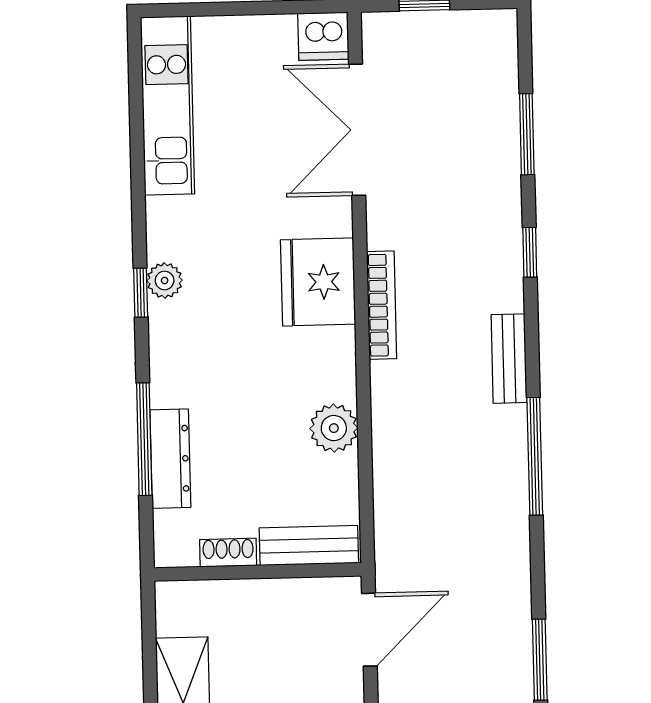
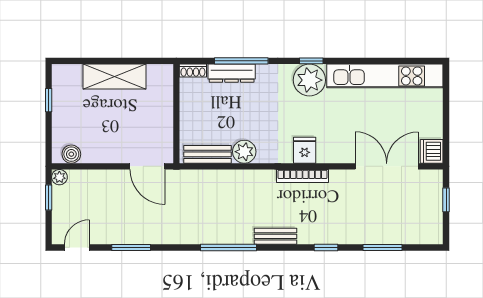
kitchen unit: (168, 106) -> (385, 76), width x1.36
plant: (165, 280) -> (309, 80), width x1.87, depth x1.87
fridge: (318, 282) -> (305, 150), width x0.53, depth x0.75
bench: (309, 545) -> (207, 154), moved, turned 90
shoe rack: (228, 553) -> (193, 71), moved, turned 90

